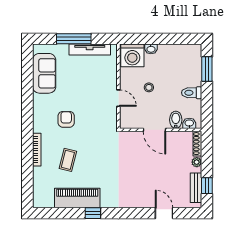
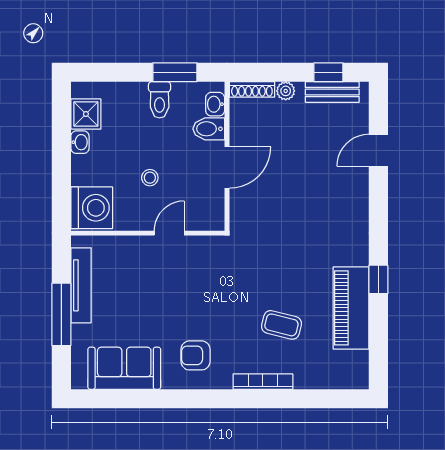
washbasin: (151, 49) -> (80, 142), moved
shower: (184, 52) -> (86, 114), added
window: (207, 69) -> (175, 72), moved
armchair: (66, 119) -> (196, 355), moved

